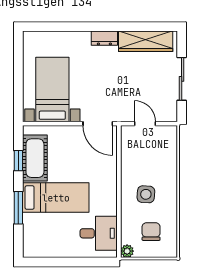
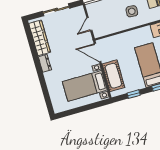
door: (98, 124) -> (98, 53), swing flipped
cot: (35, 158) -> (113, 76), moved, turned 90

